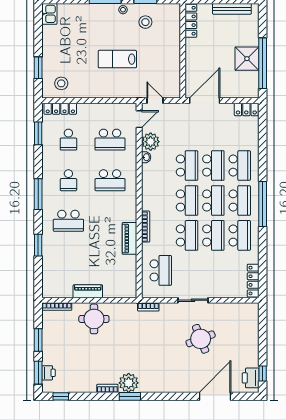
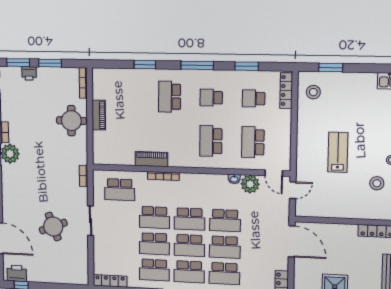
window: (38, 133) -> (247, 66), moved
printer: (48, 373) -> (29, 73), moved

